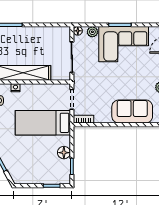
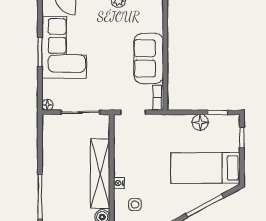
plant: (92, 32) -> (49, 87), removed
sofa: (132, 112) -> (149, 58), moved
bed: (43, 123) -> (205, 168), moved, turned 90

